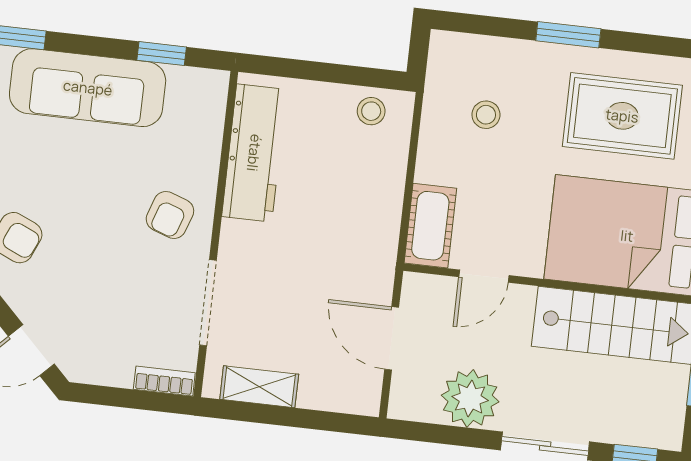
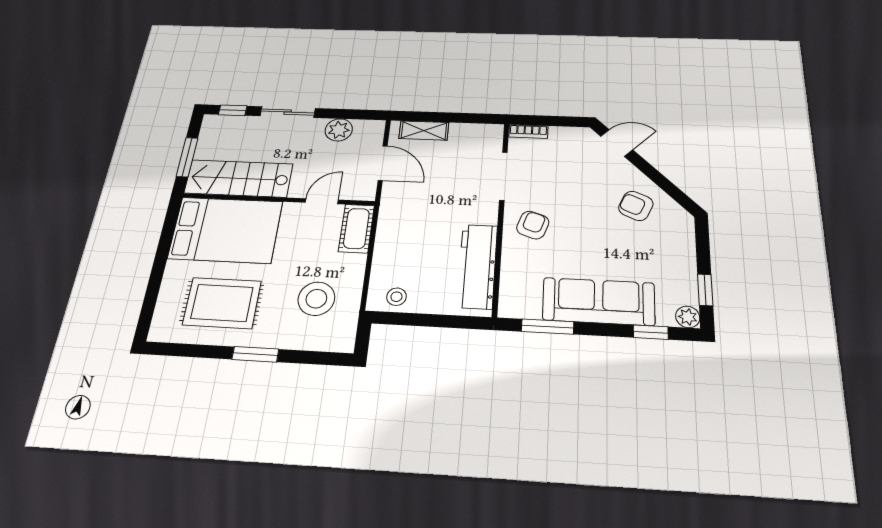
window: (162, 54) -> (548, 327), width x1.50
stool: (486, 115) -> (316, 299), width x1.89, depth x1.89
shelving: (259, 387) -> (424, 131), moved
plant: (470, 398) -> (339, 130), width x0.73, depth x0.73

